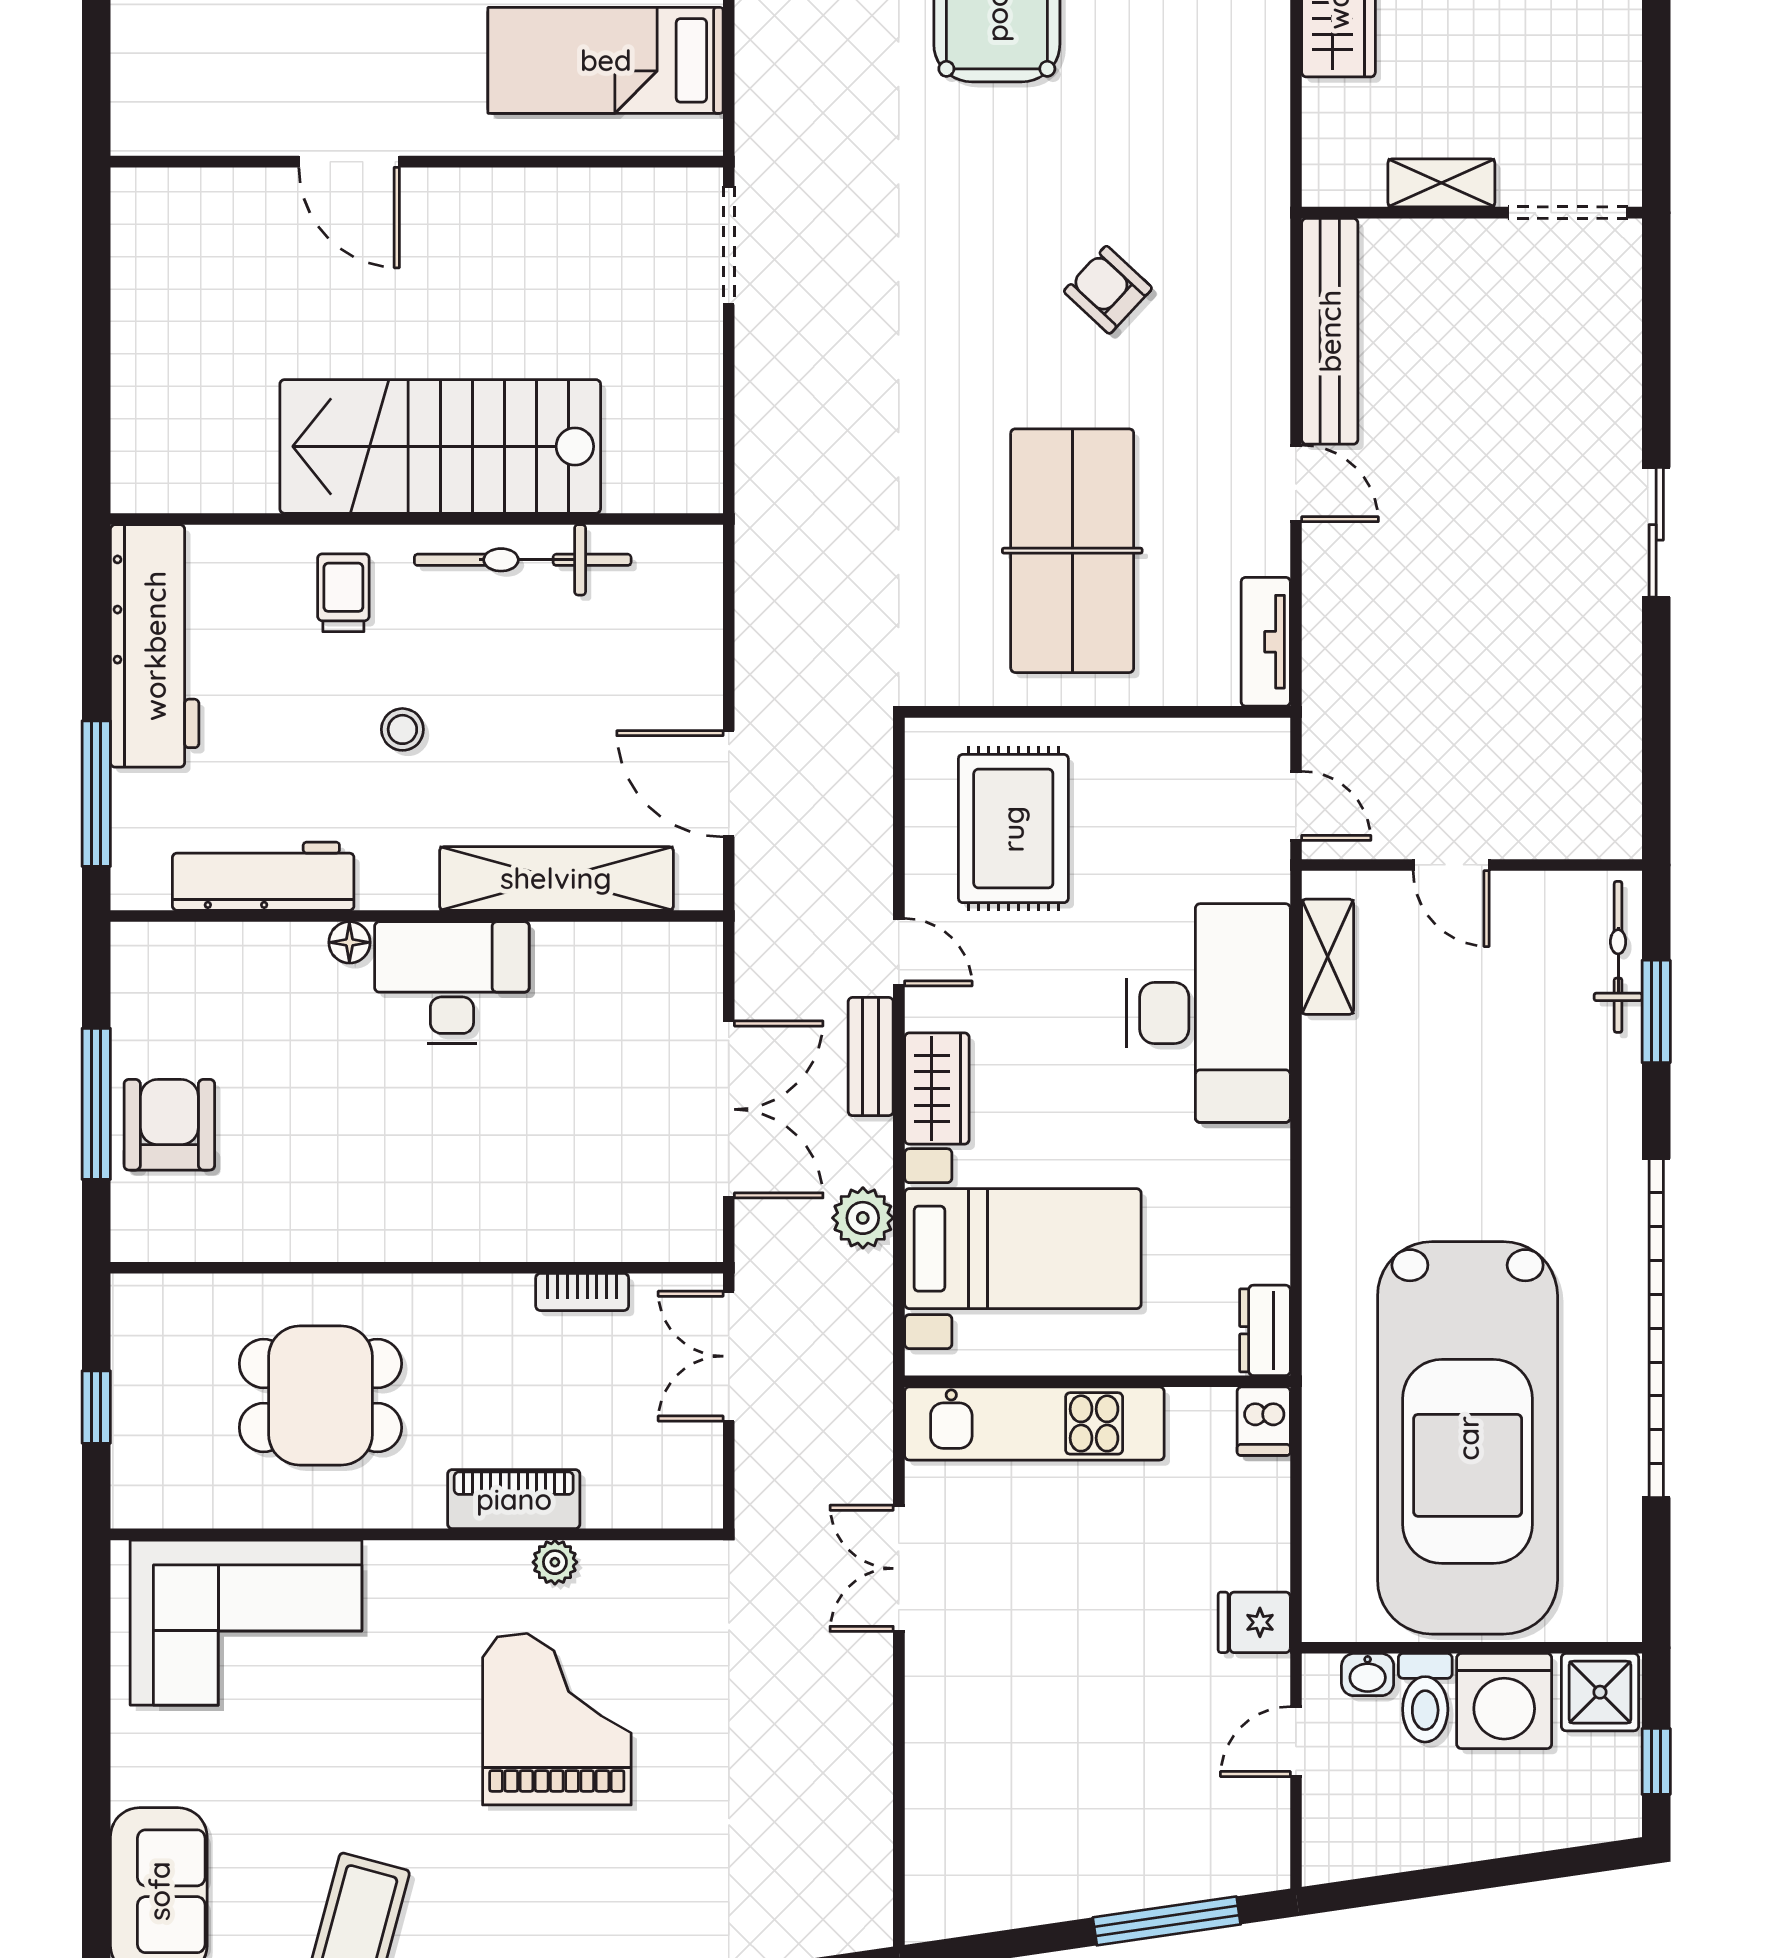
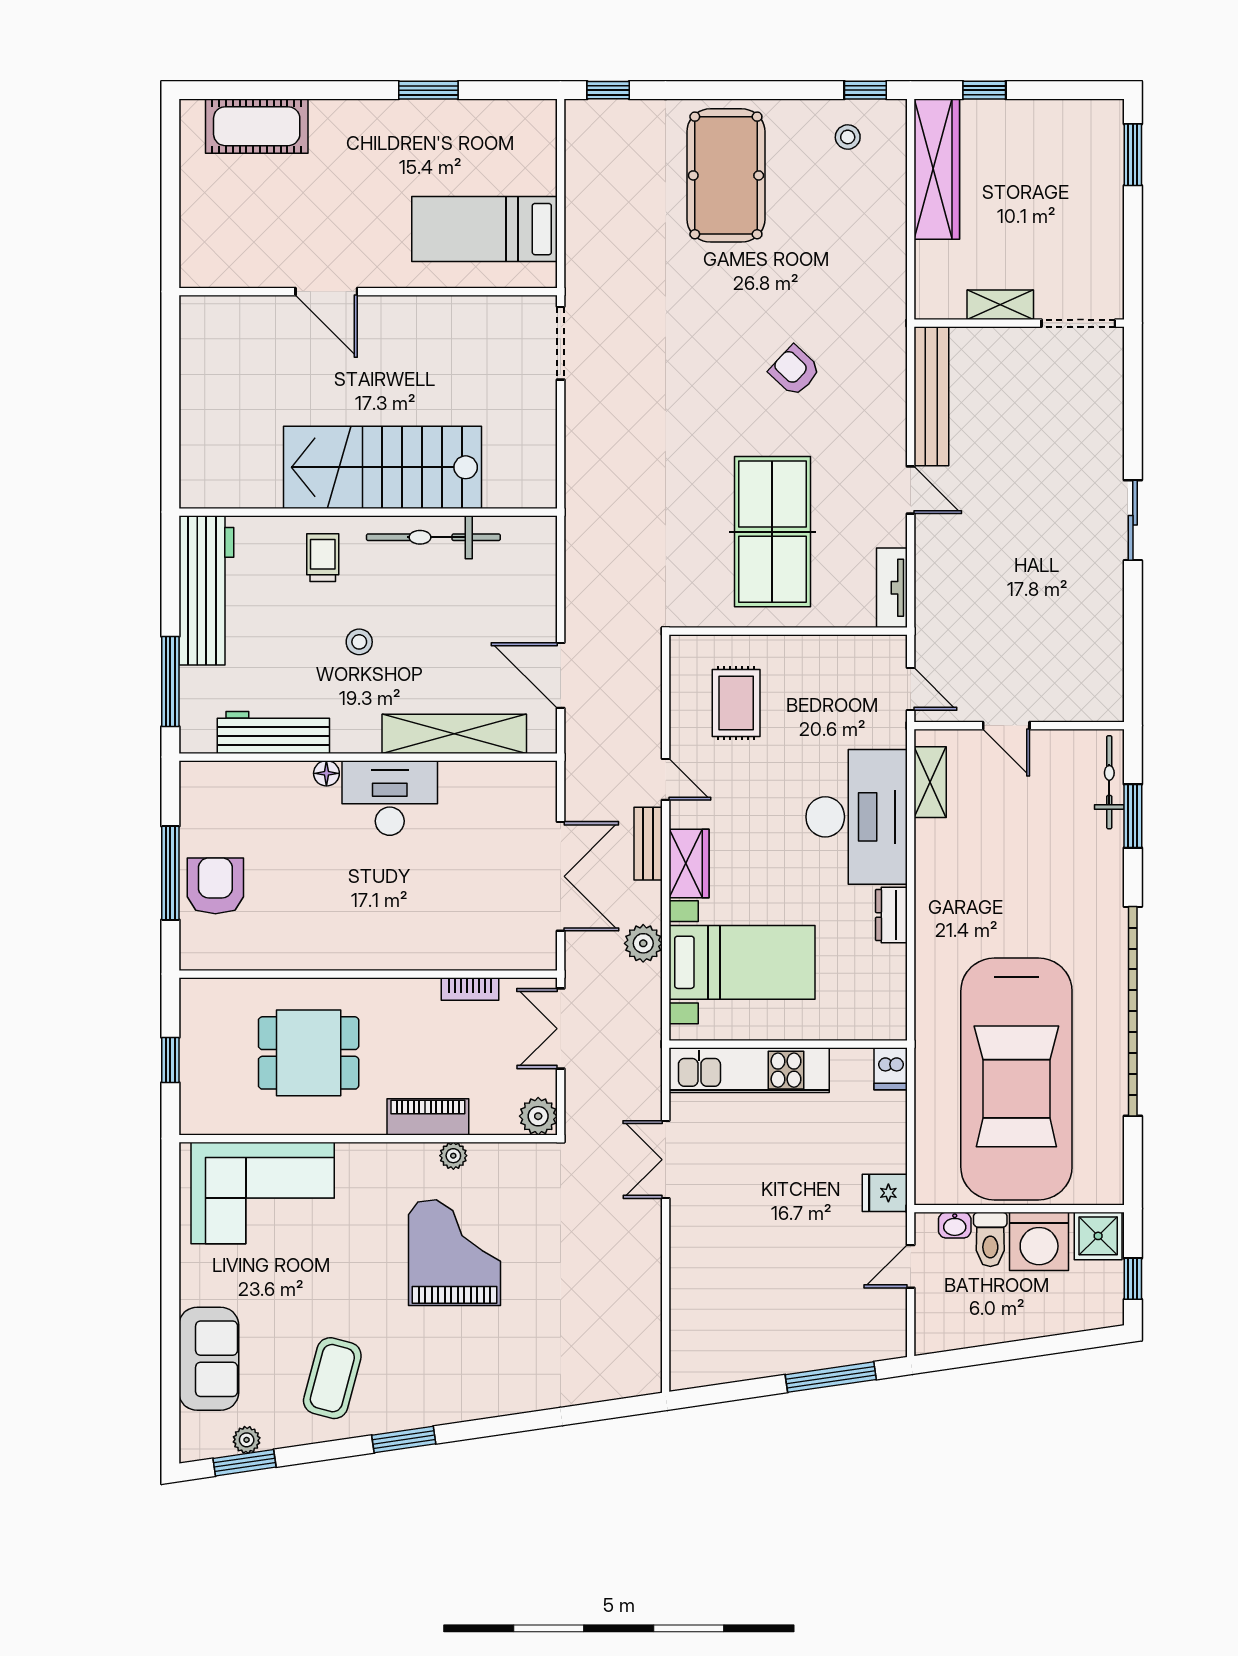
rug: (1013, 829) -> (736, 703), width x0.73, depth x0.70
dresser: (1265, 1330) -> (891, 915), moved
plant: (692, 1498) -> (538, 1116), added

